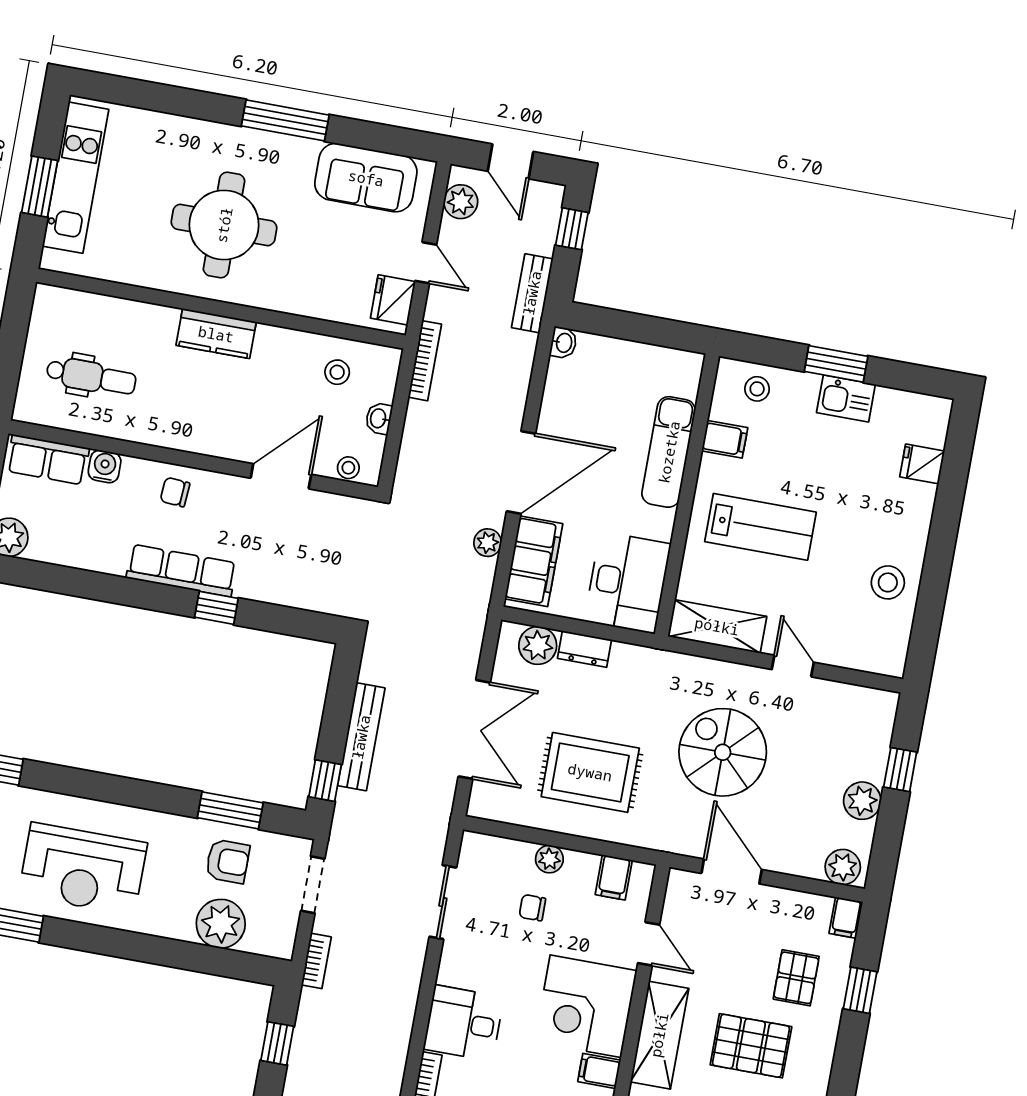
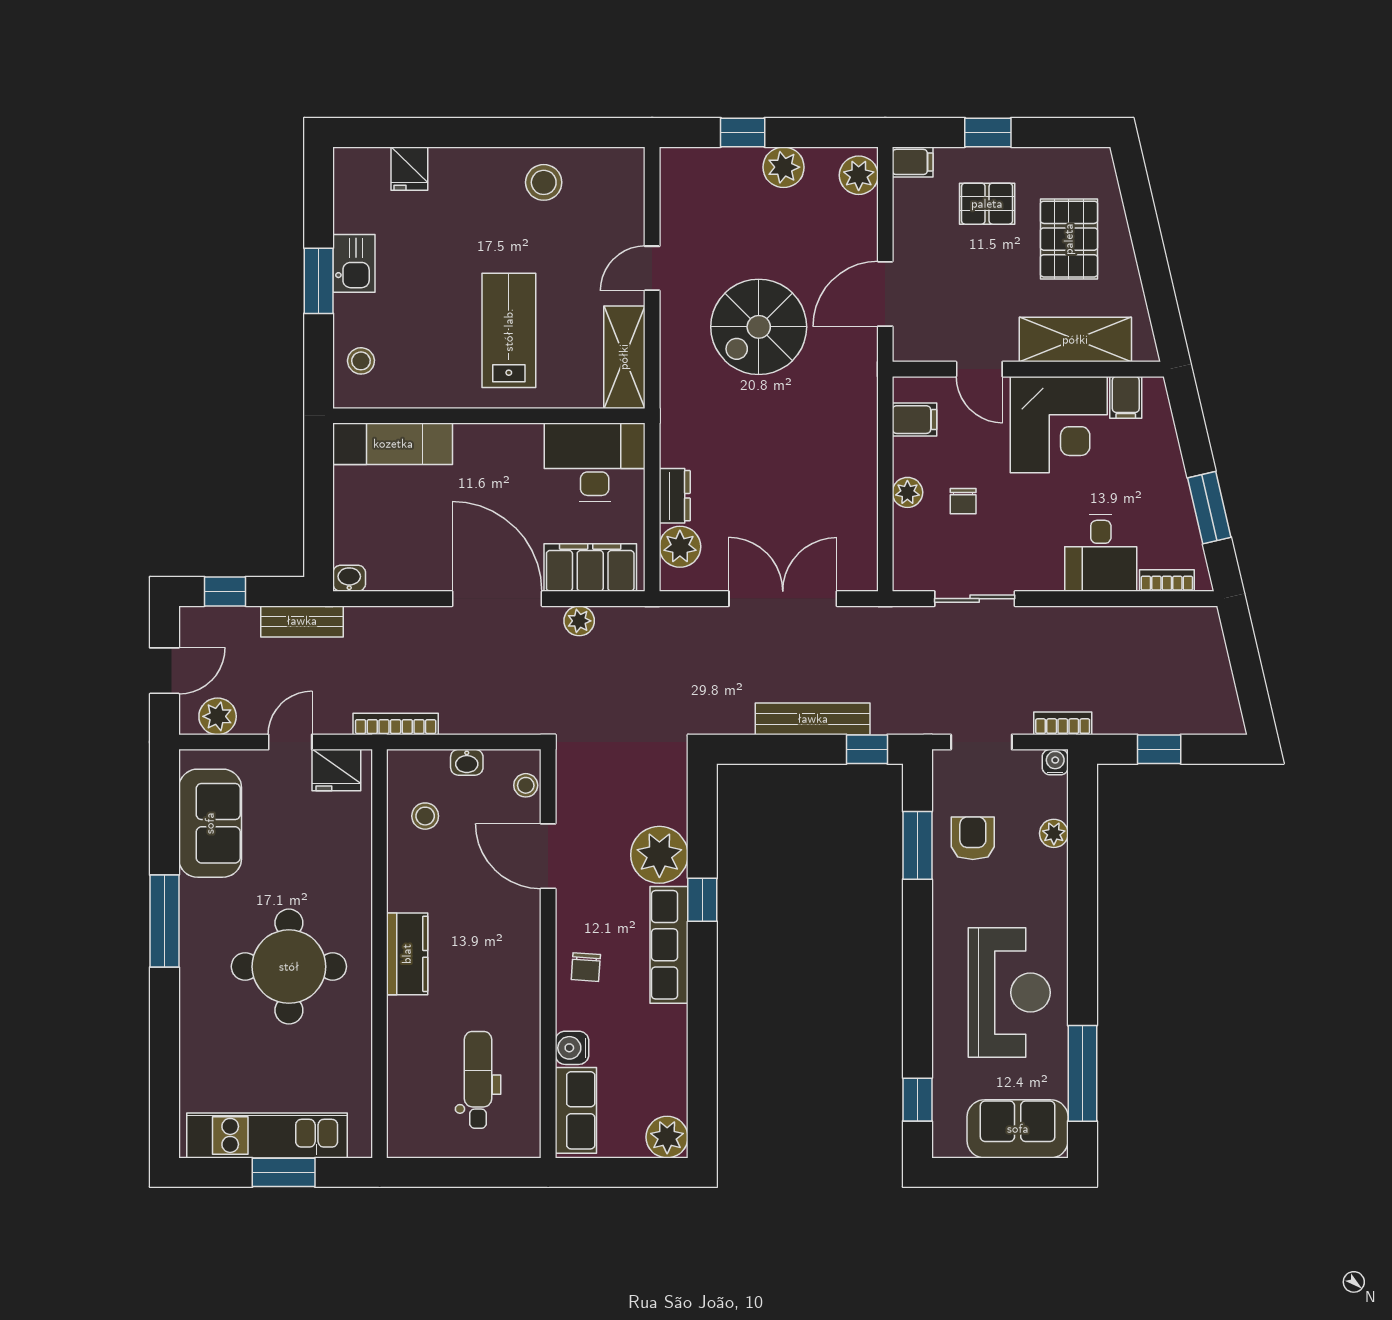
filing cabinet: (725, 439) -> (422, 386), removed
exam couch: (669, 452) -> (393, 444), moved
plant: (264, 577) -> (659, 855), added
rug: (590, 772) -> (806, 465), removed
plant: (221, 924) -> (1054, 833), width x0.53, depth x0.53
door: (649, 944) -> (979, 369), swing flipped
water cooler: (283, 948) -> (1055, 762), added

